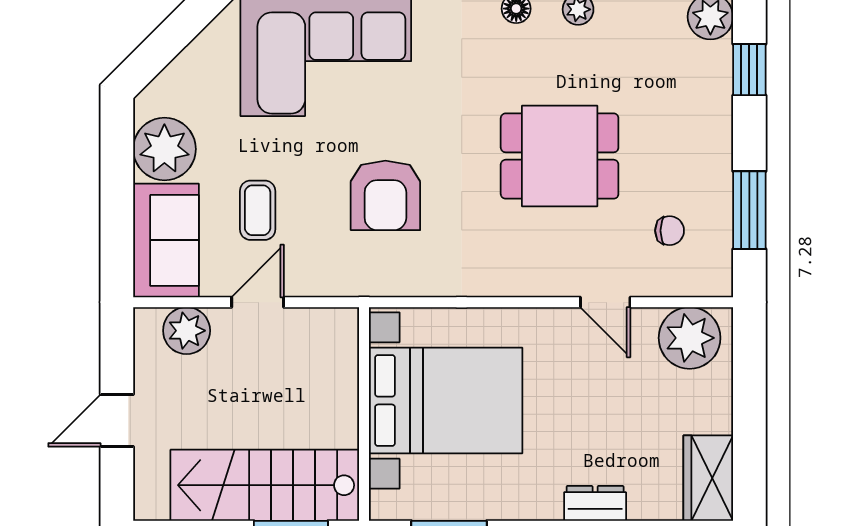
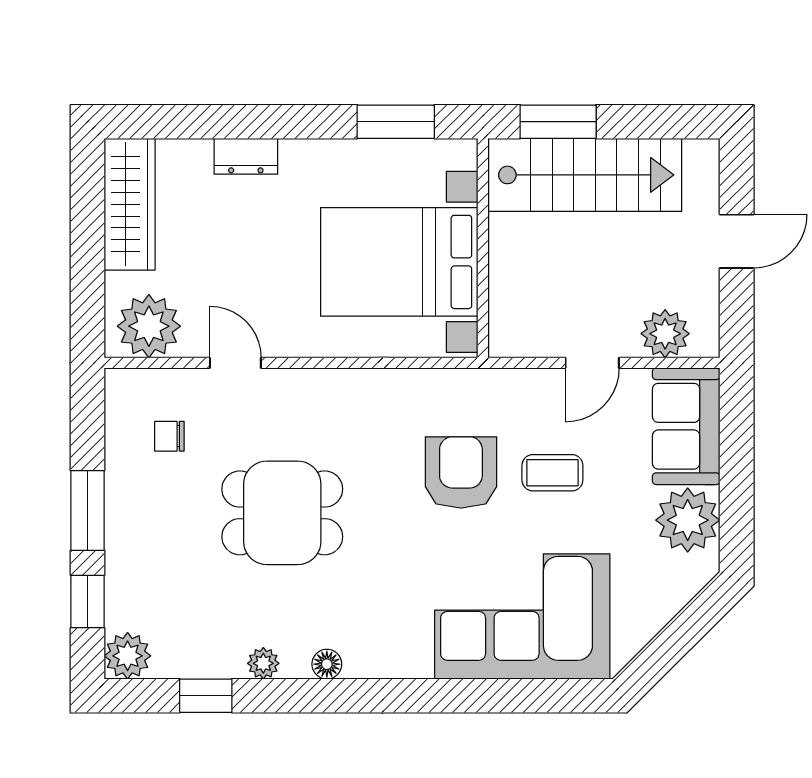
coffee table: (258, 210) -> (552, 473), moved, turned 90
window: (749, 210) -> (88, 510), moved
wardrobe: (708, 478) -> (130, 204), width x1.50

